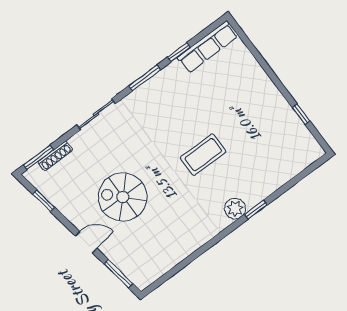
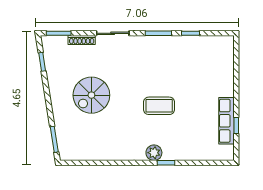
row of seats: (208, 47) -> (227, 121), moved, turned 90
shoe rack: (55, 156) -> (82, 40), moved
spiral stairs: (123, 197) -> (91, 95), turned -90
door: (86, 242) -> (49, 106), removed

